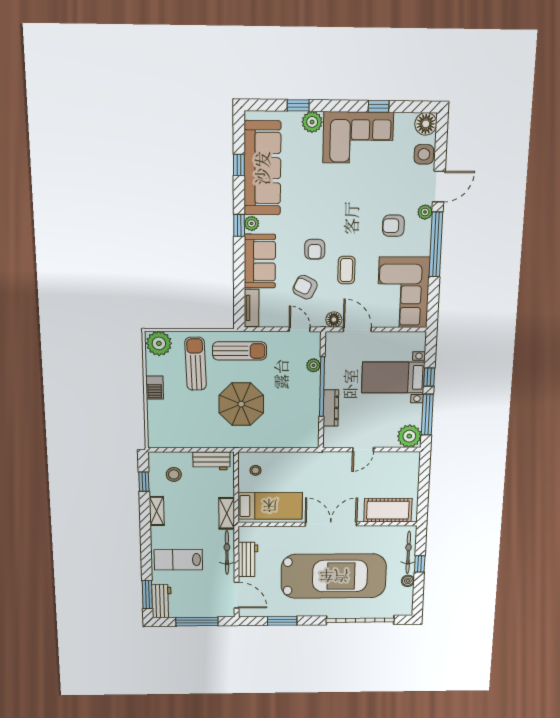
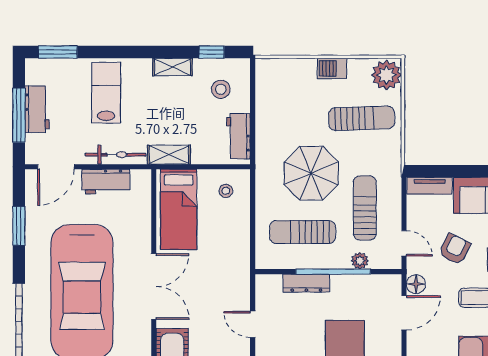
door: (300, 329) -> (404, 243), hinge flipped
sun lounger: (240, 351) -> (365, 208), moved, turned 180
sun lounger: (289, 411) -> (303, 232), added
workbench: (162, 601) -> (37, 109), moved, turned -90

